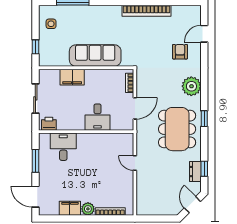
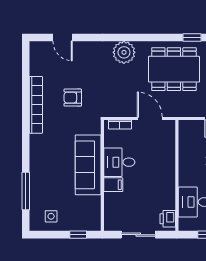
armchair: (180, 52) -> (73, 98), moved
filing cabinet: (72, 77) -> (113, 185), width x0.50
desk: (98, 117) -> (119, 162), moved, turned 180
window: (204, 119) -> (192, 37), moved

